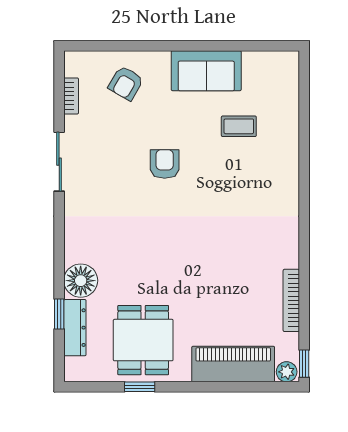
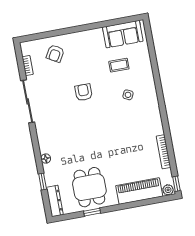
sofa: (206, 71) -> (123, 34), moved
sliding door: (59, 162) -> (28, 101), width x1.37
side table: (245, 184) -> (128, 95), added
floor lamp: (81, 281) -> (46, 159), width x0.53, depth x0.53
dresser: (75, 328) -> (55, 201), moved

